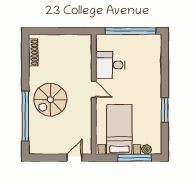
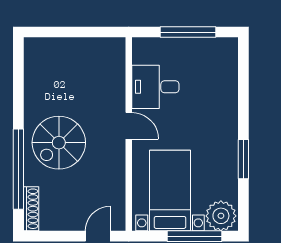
window: (130, 31) -> (188, 32), width x0.68
shoe rack: (33, 52) -> (31, 209), moved
plant: (147, 149) -> (221, 216), width x1.87, depth x1.87

